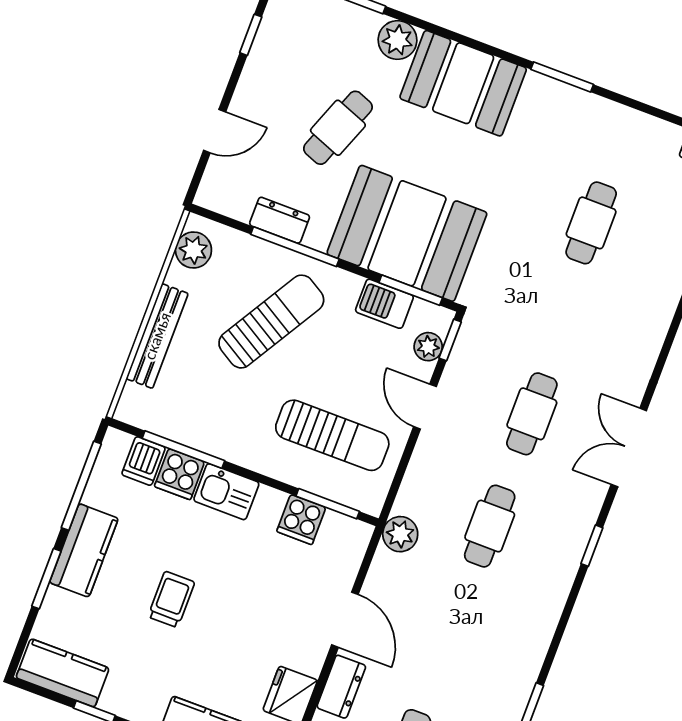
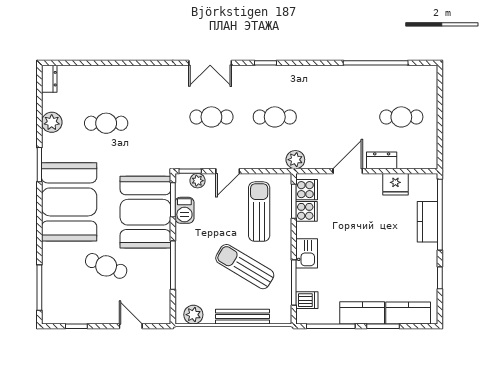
plant: (397, 40) -> (52, 122), moved
booth: (463, 83) -> (69, 202), width x1.36, depth x1.42
dresser: (280, 220) -> (163, 278), removed
sun lounger: (271, 322) -> (245, 267), moved
cooker: (179, 474) -> (307, 190), moved
trolley: (171, 599) -> (370, 261), removed
kitchen counter: (63, 673) -> (408, 313), moved, turned 90

